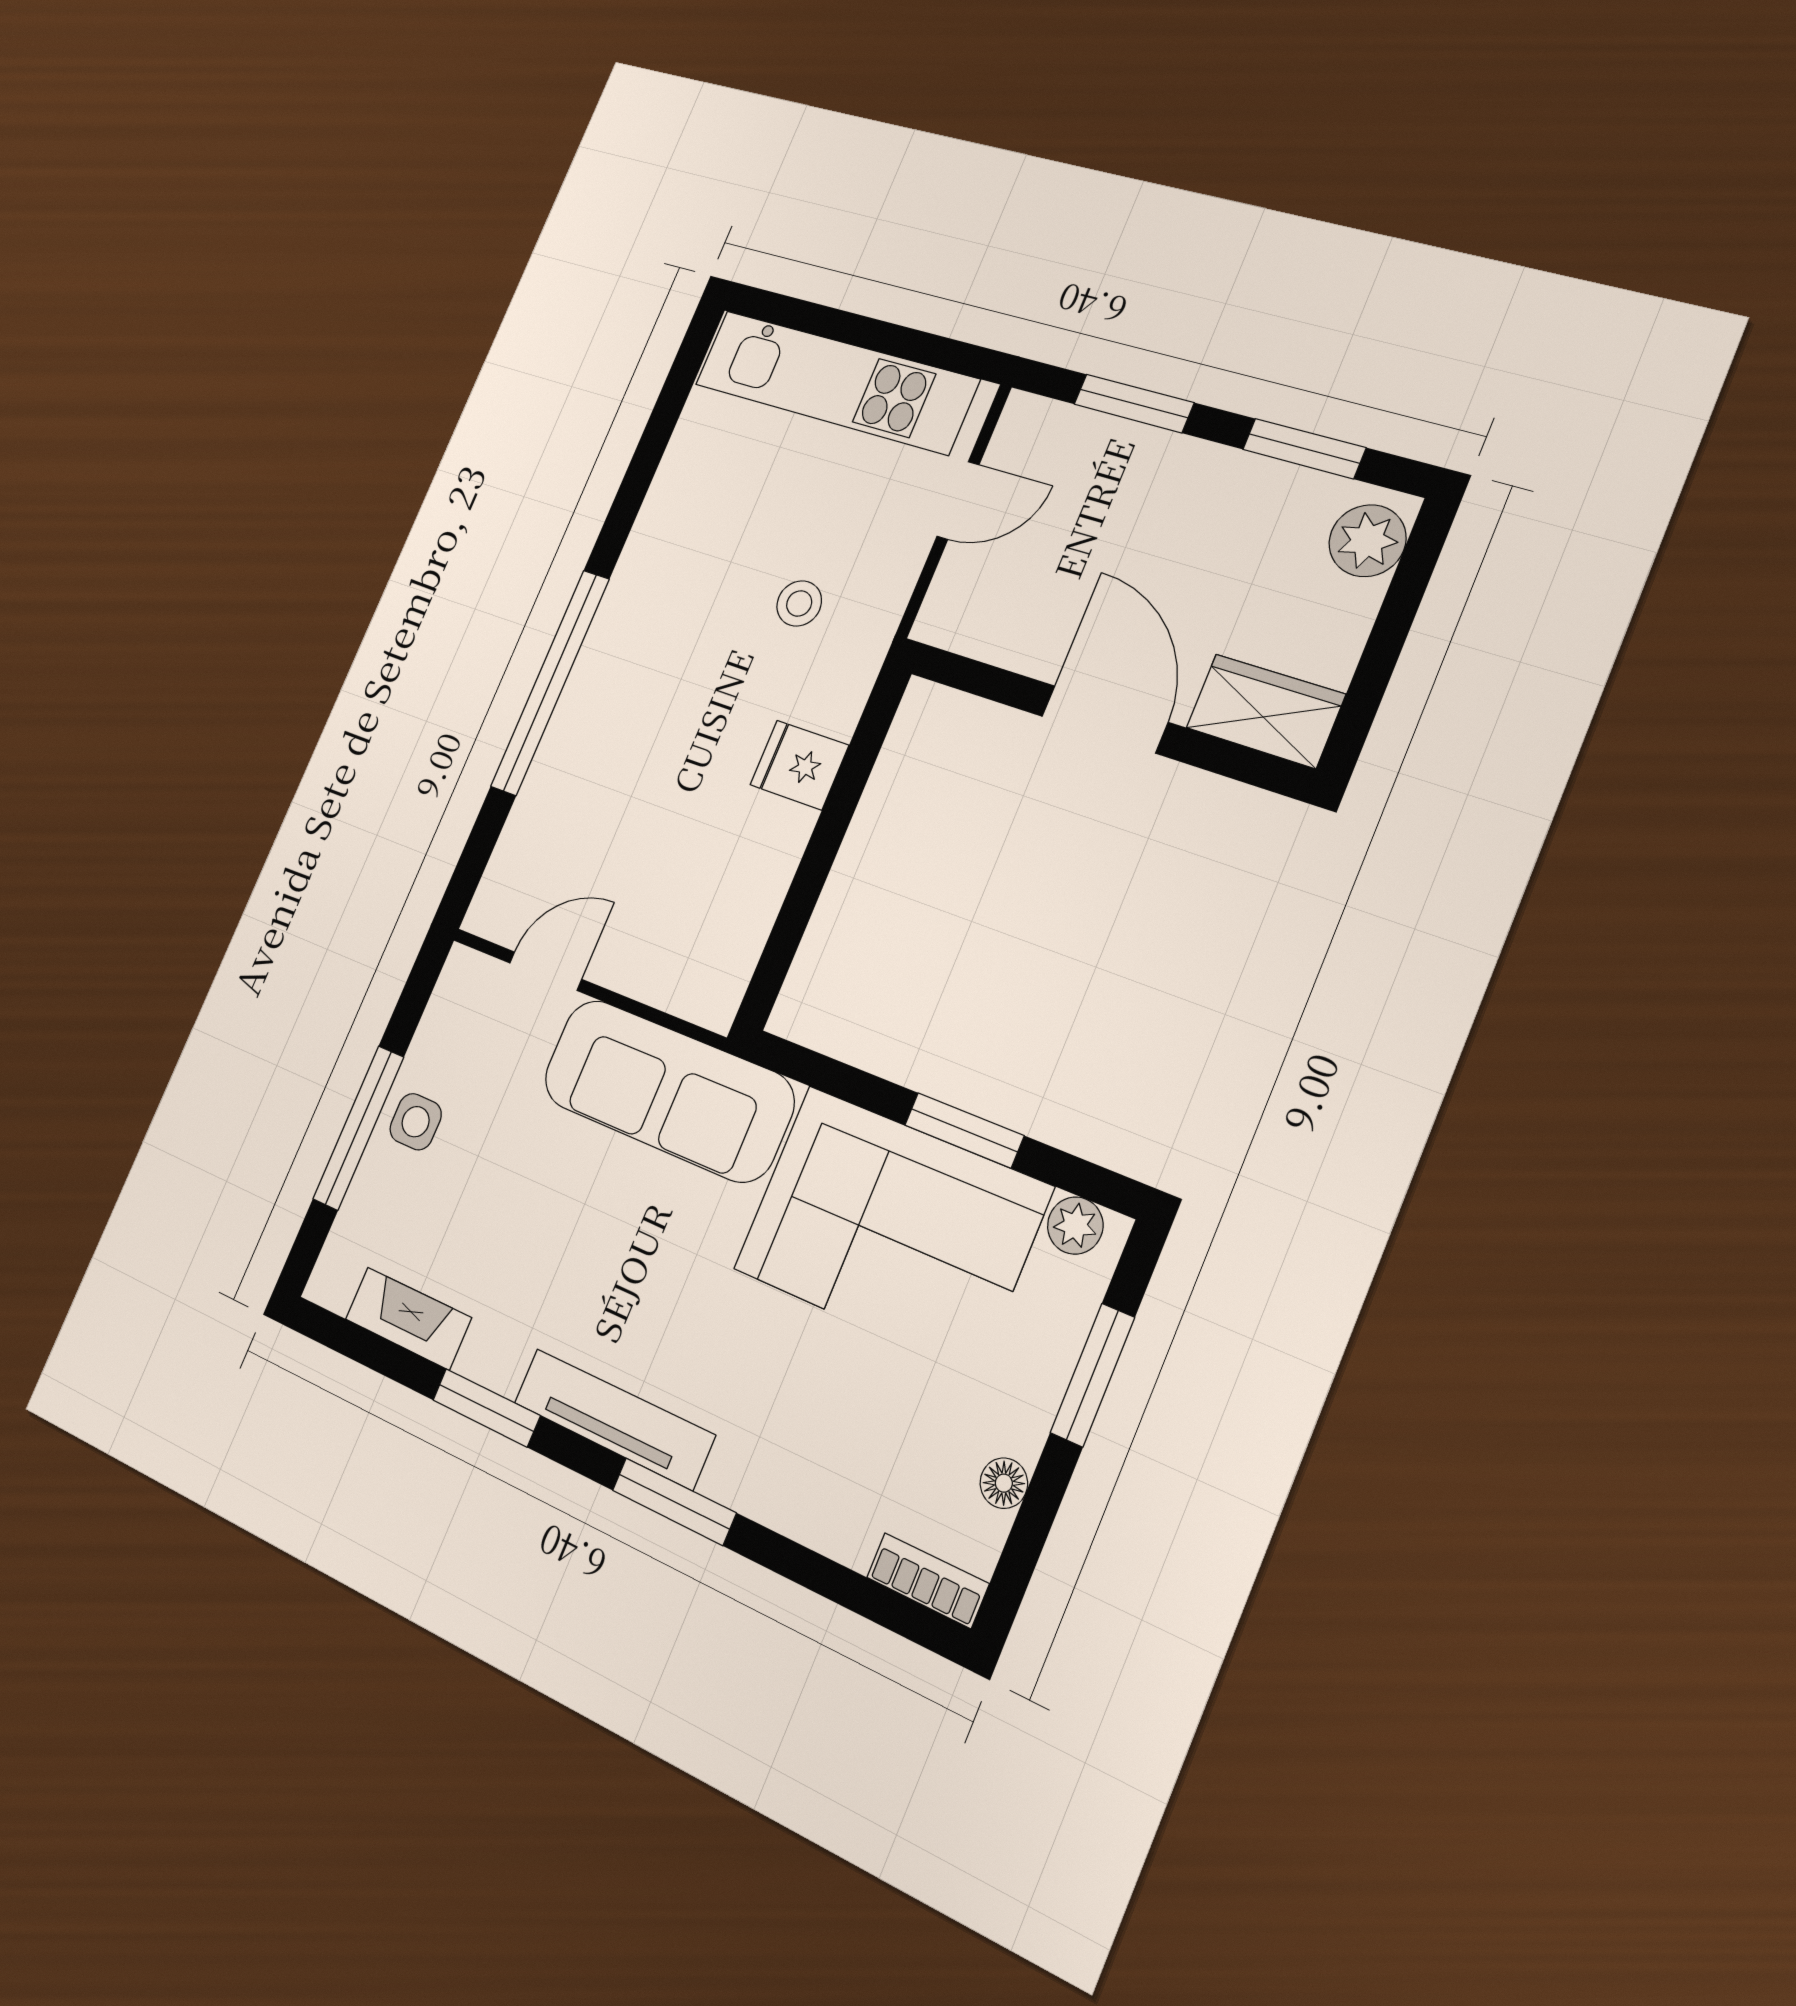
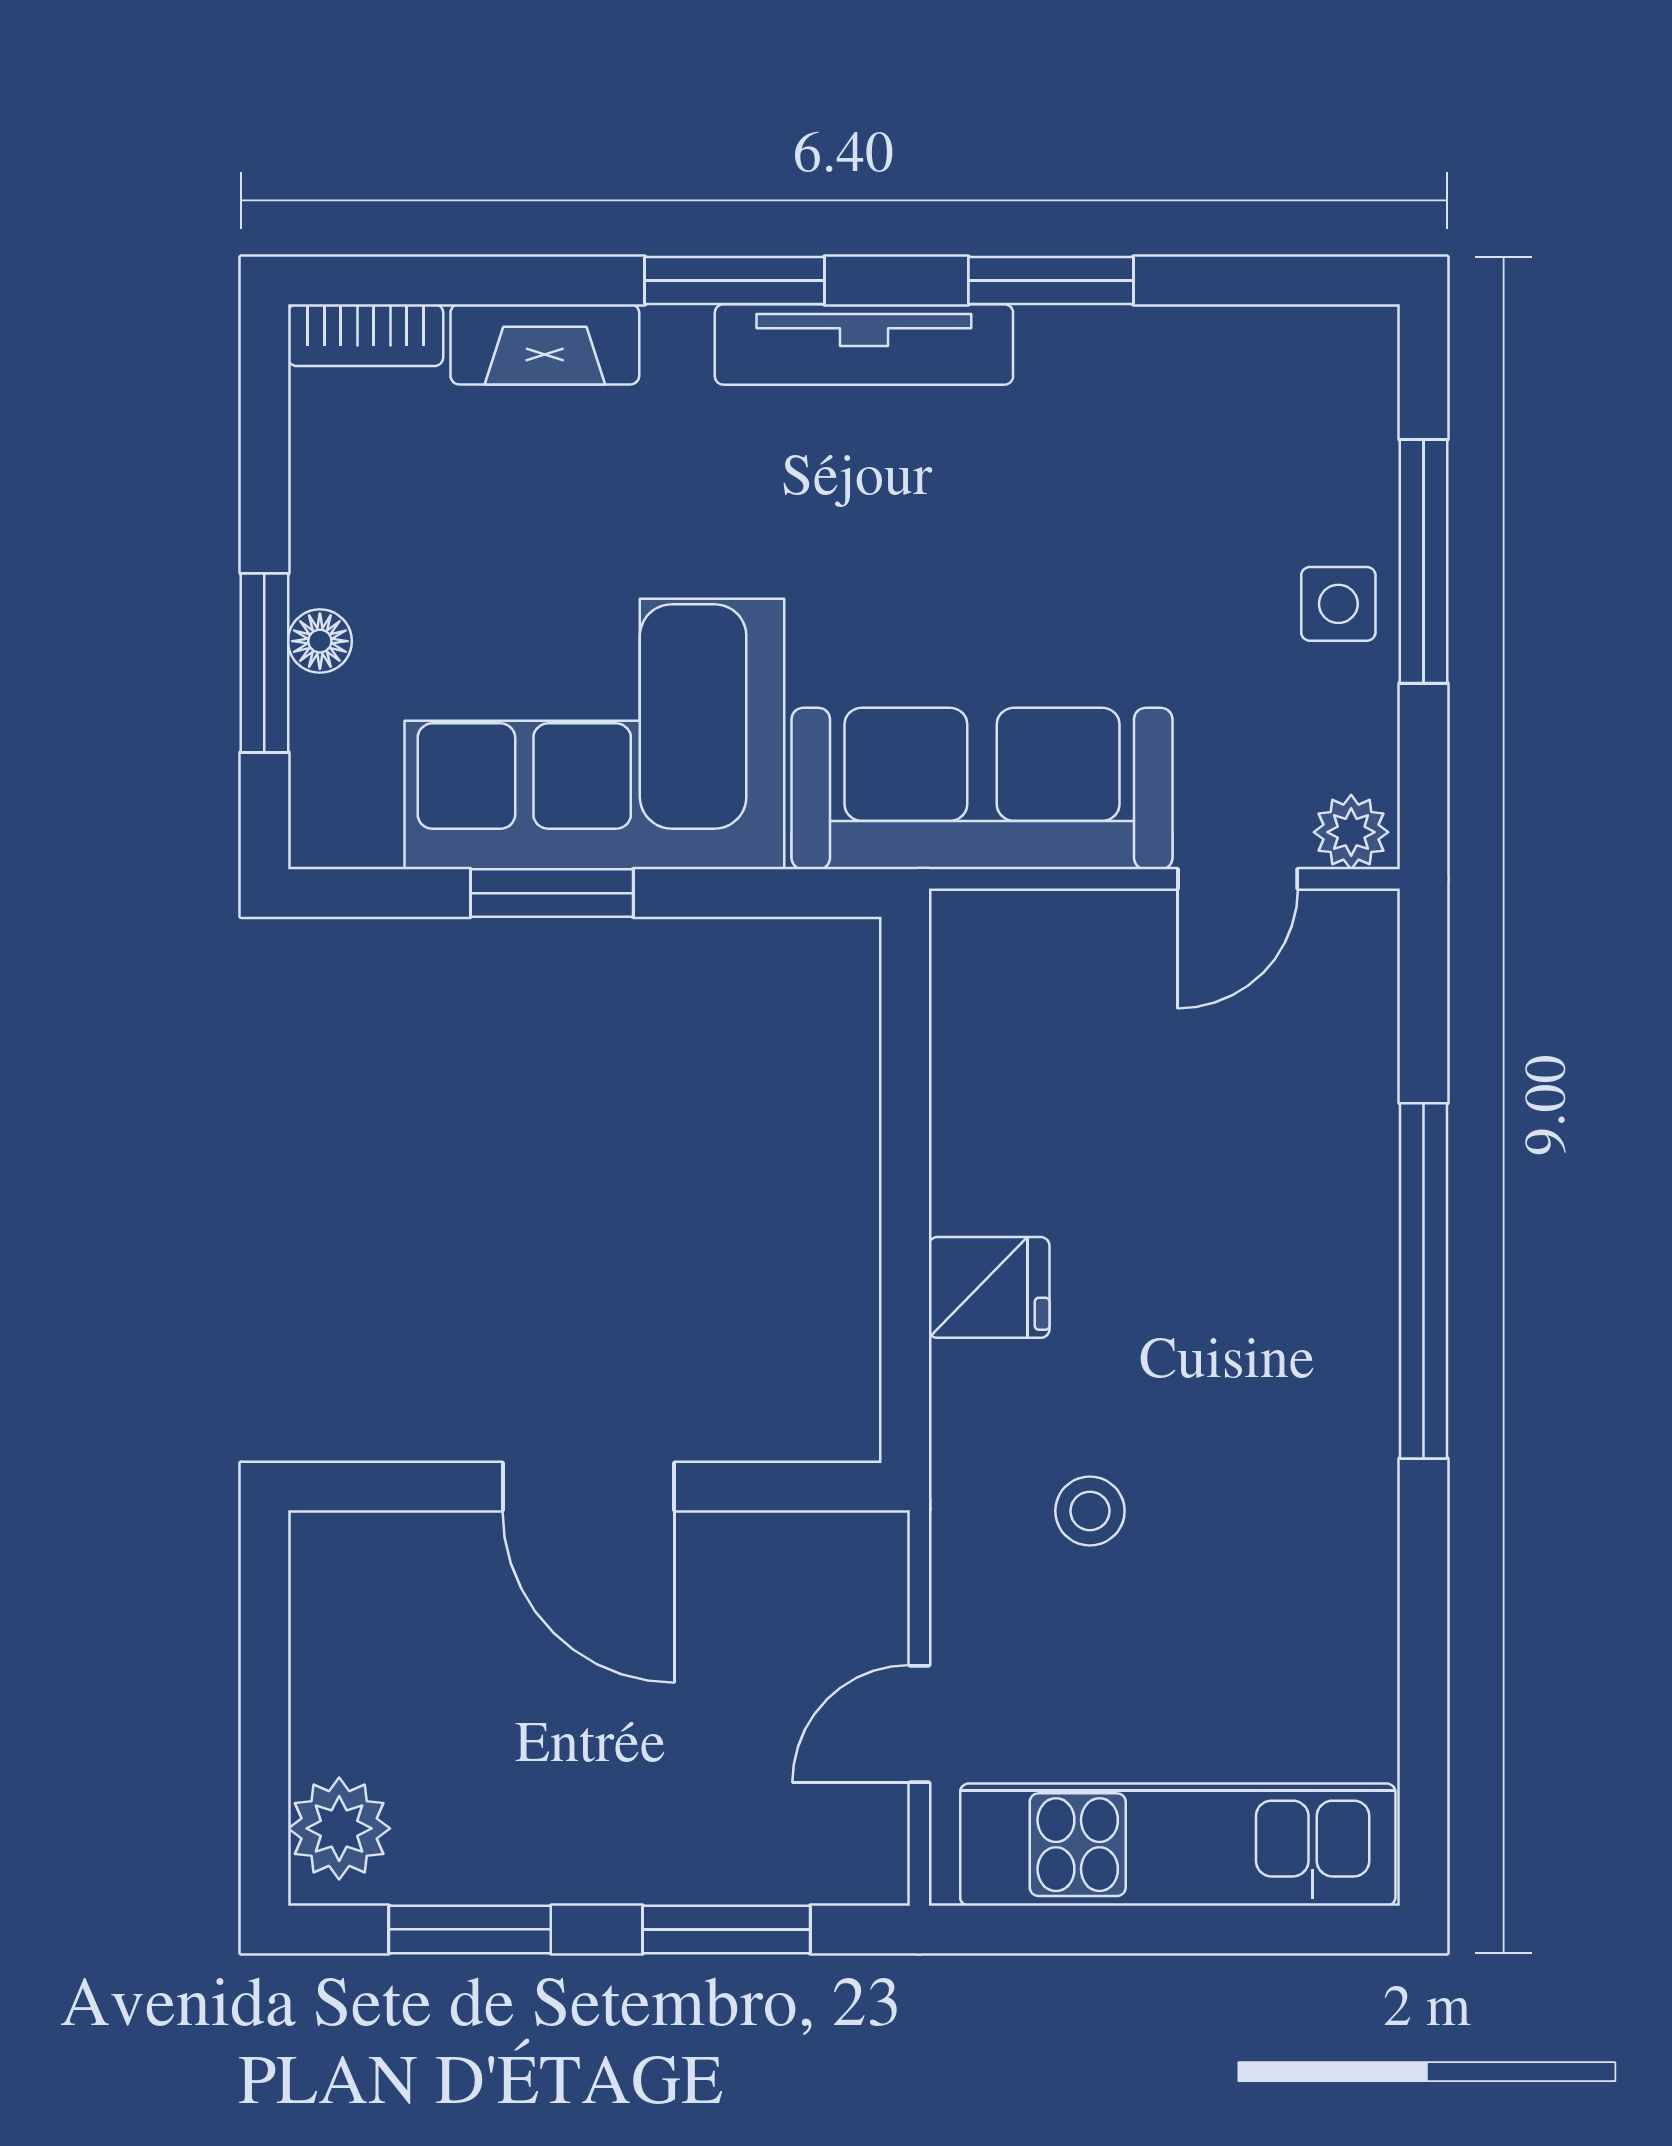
wardrobe: (1265, 711) -> (382, 1565), removed
plant: (1075, 1226) -> (1351, 832), moved
fireplace: (408, 1318) -> (545, 344), moved
floor lamp: (1004, 1483) -> (320, 641), moved

